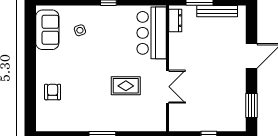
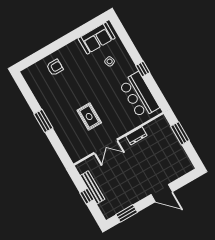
bench: (217, 11) -> (93, 187), moved
dresser: (175, 21) -> (136, 136), moved
bar counter: (152, 33) -> (139, 95), moved, turned -90

